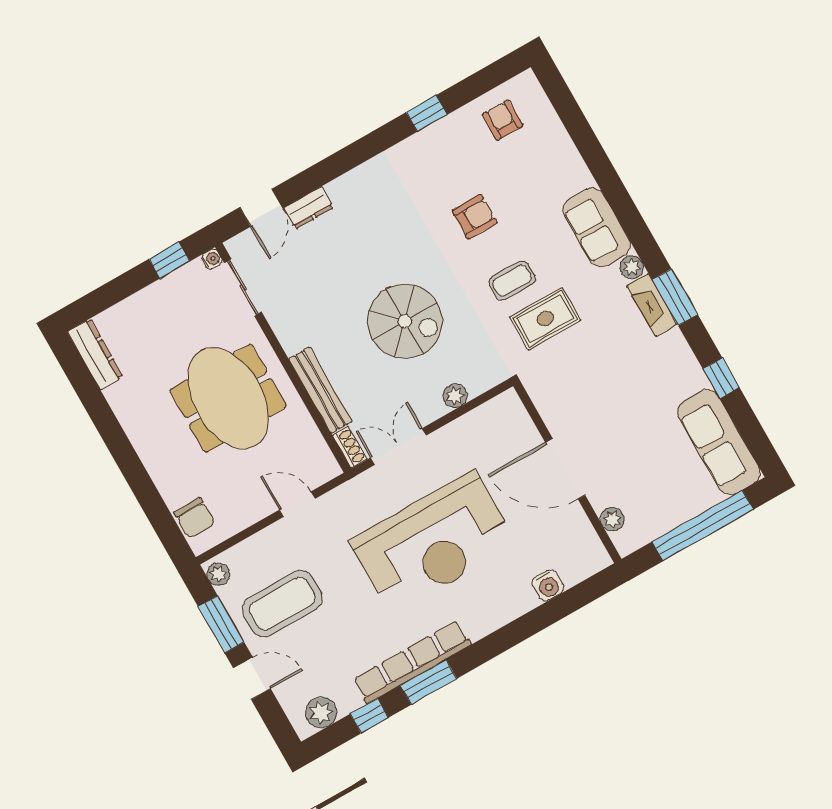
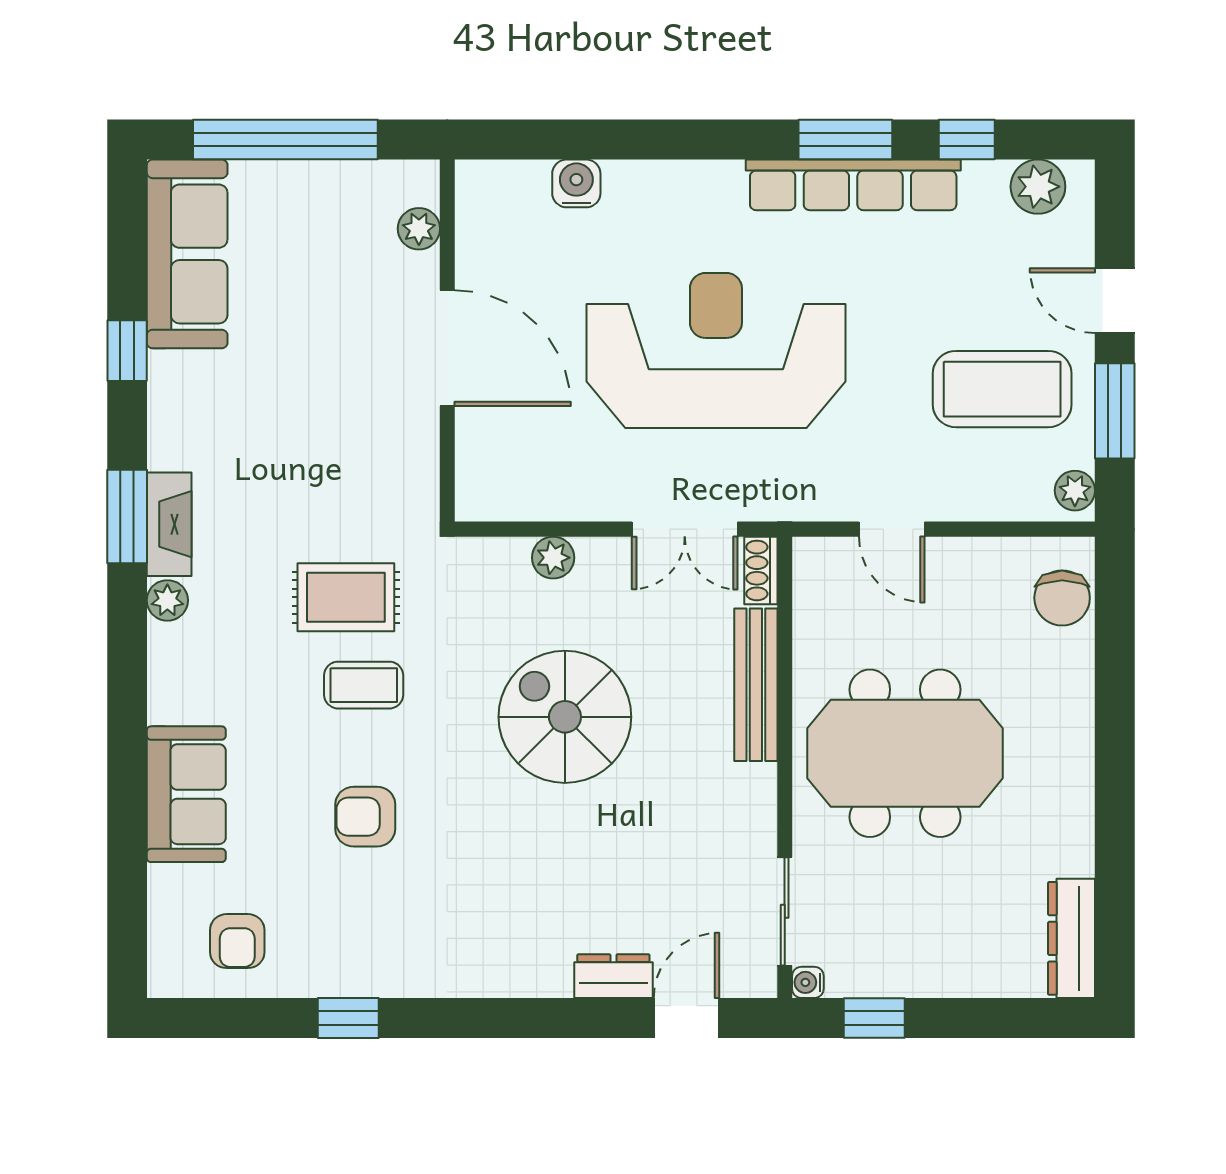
sofa: (597, 227) -> (186, 794), moved
meeting table: (228, 398) -> (905, 753), turned 90
chair: (195, 518) -> (1062, 598), turned 180

